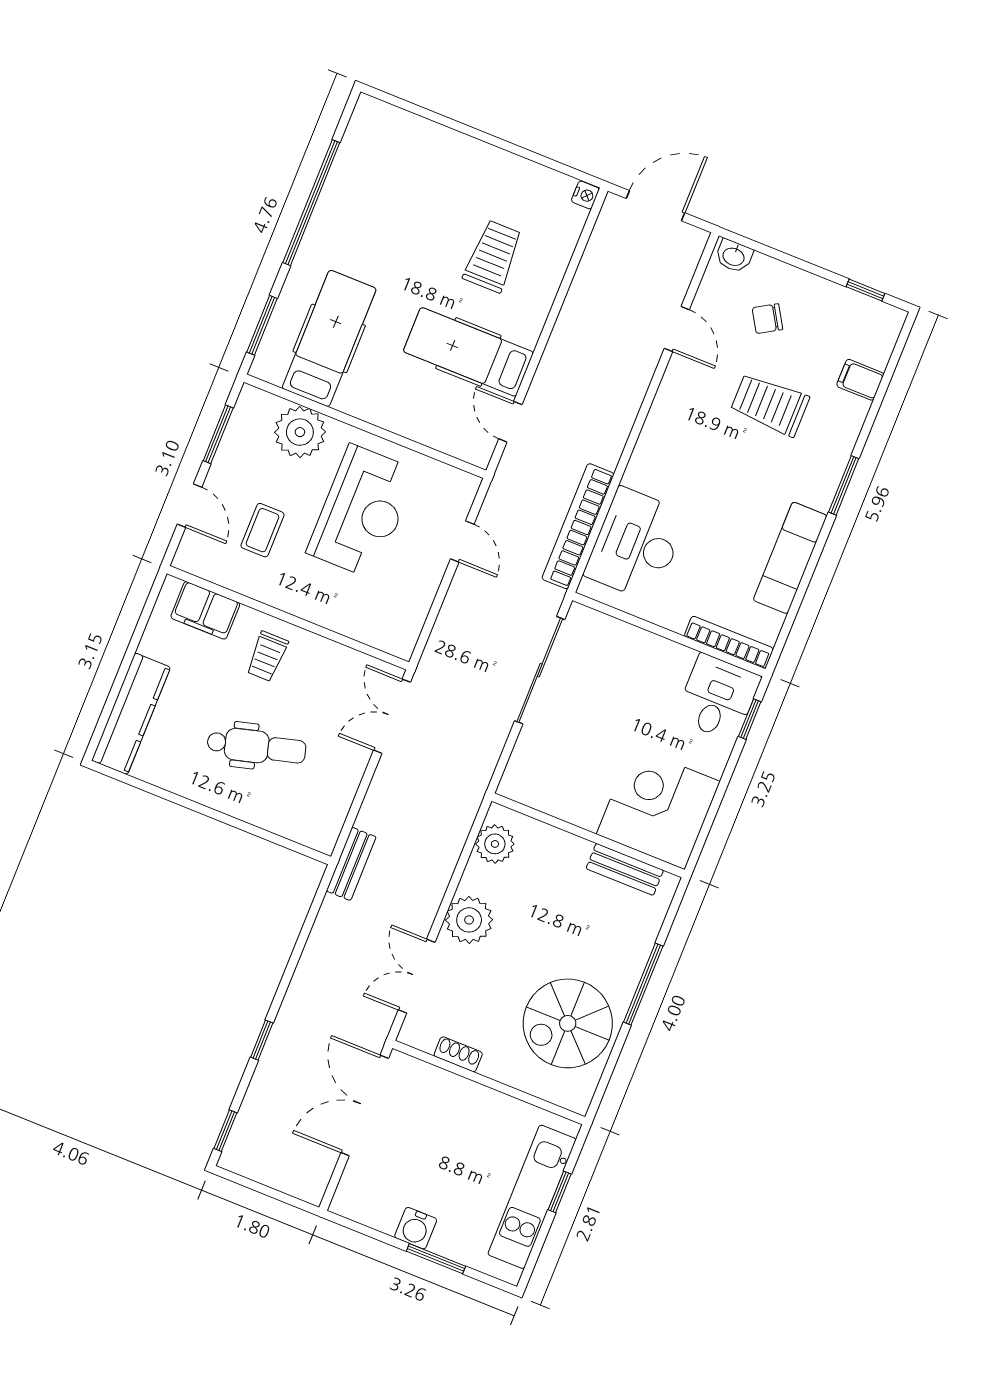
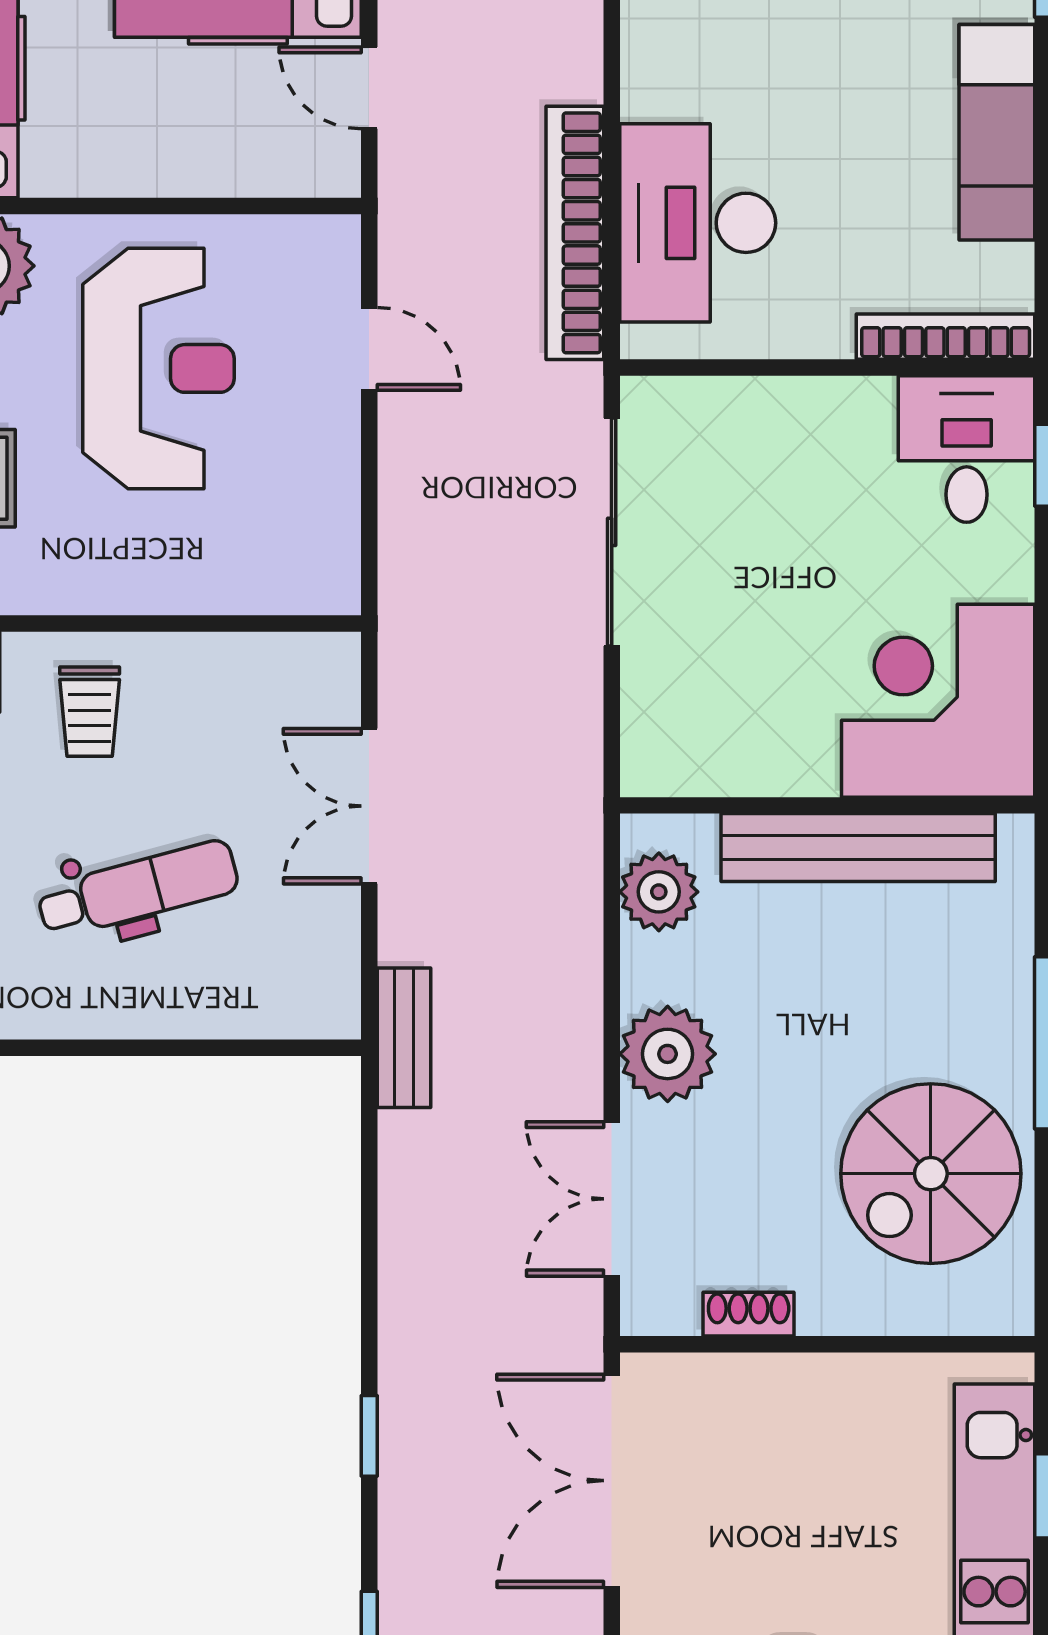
double door: (392, 716) -> (369, 806), moved
bench: (625, 869) -> (858, 848), width x1.86, depth x1.21

